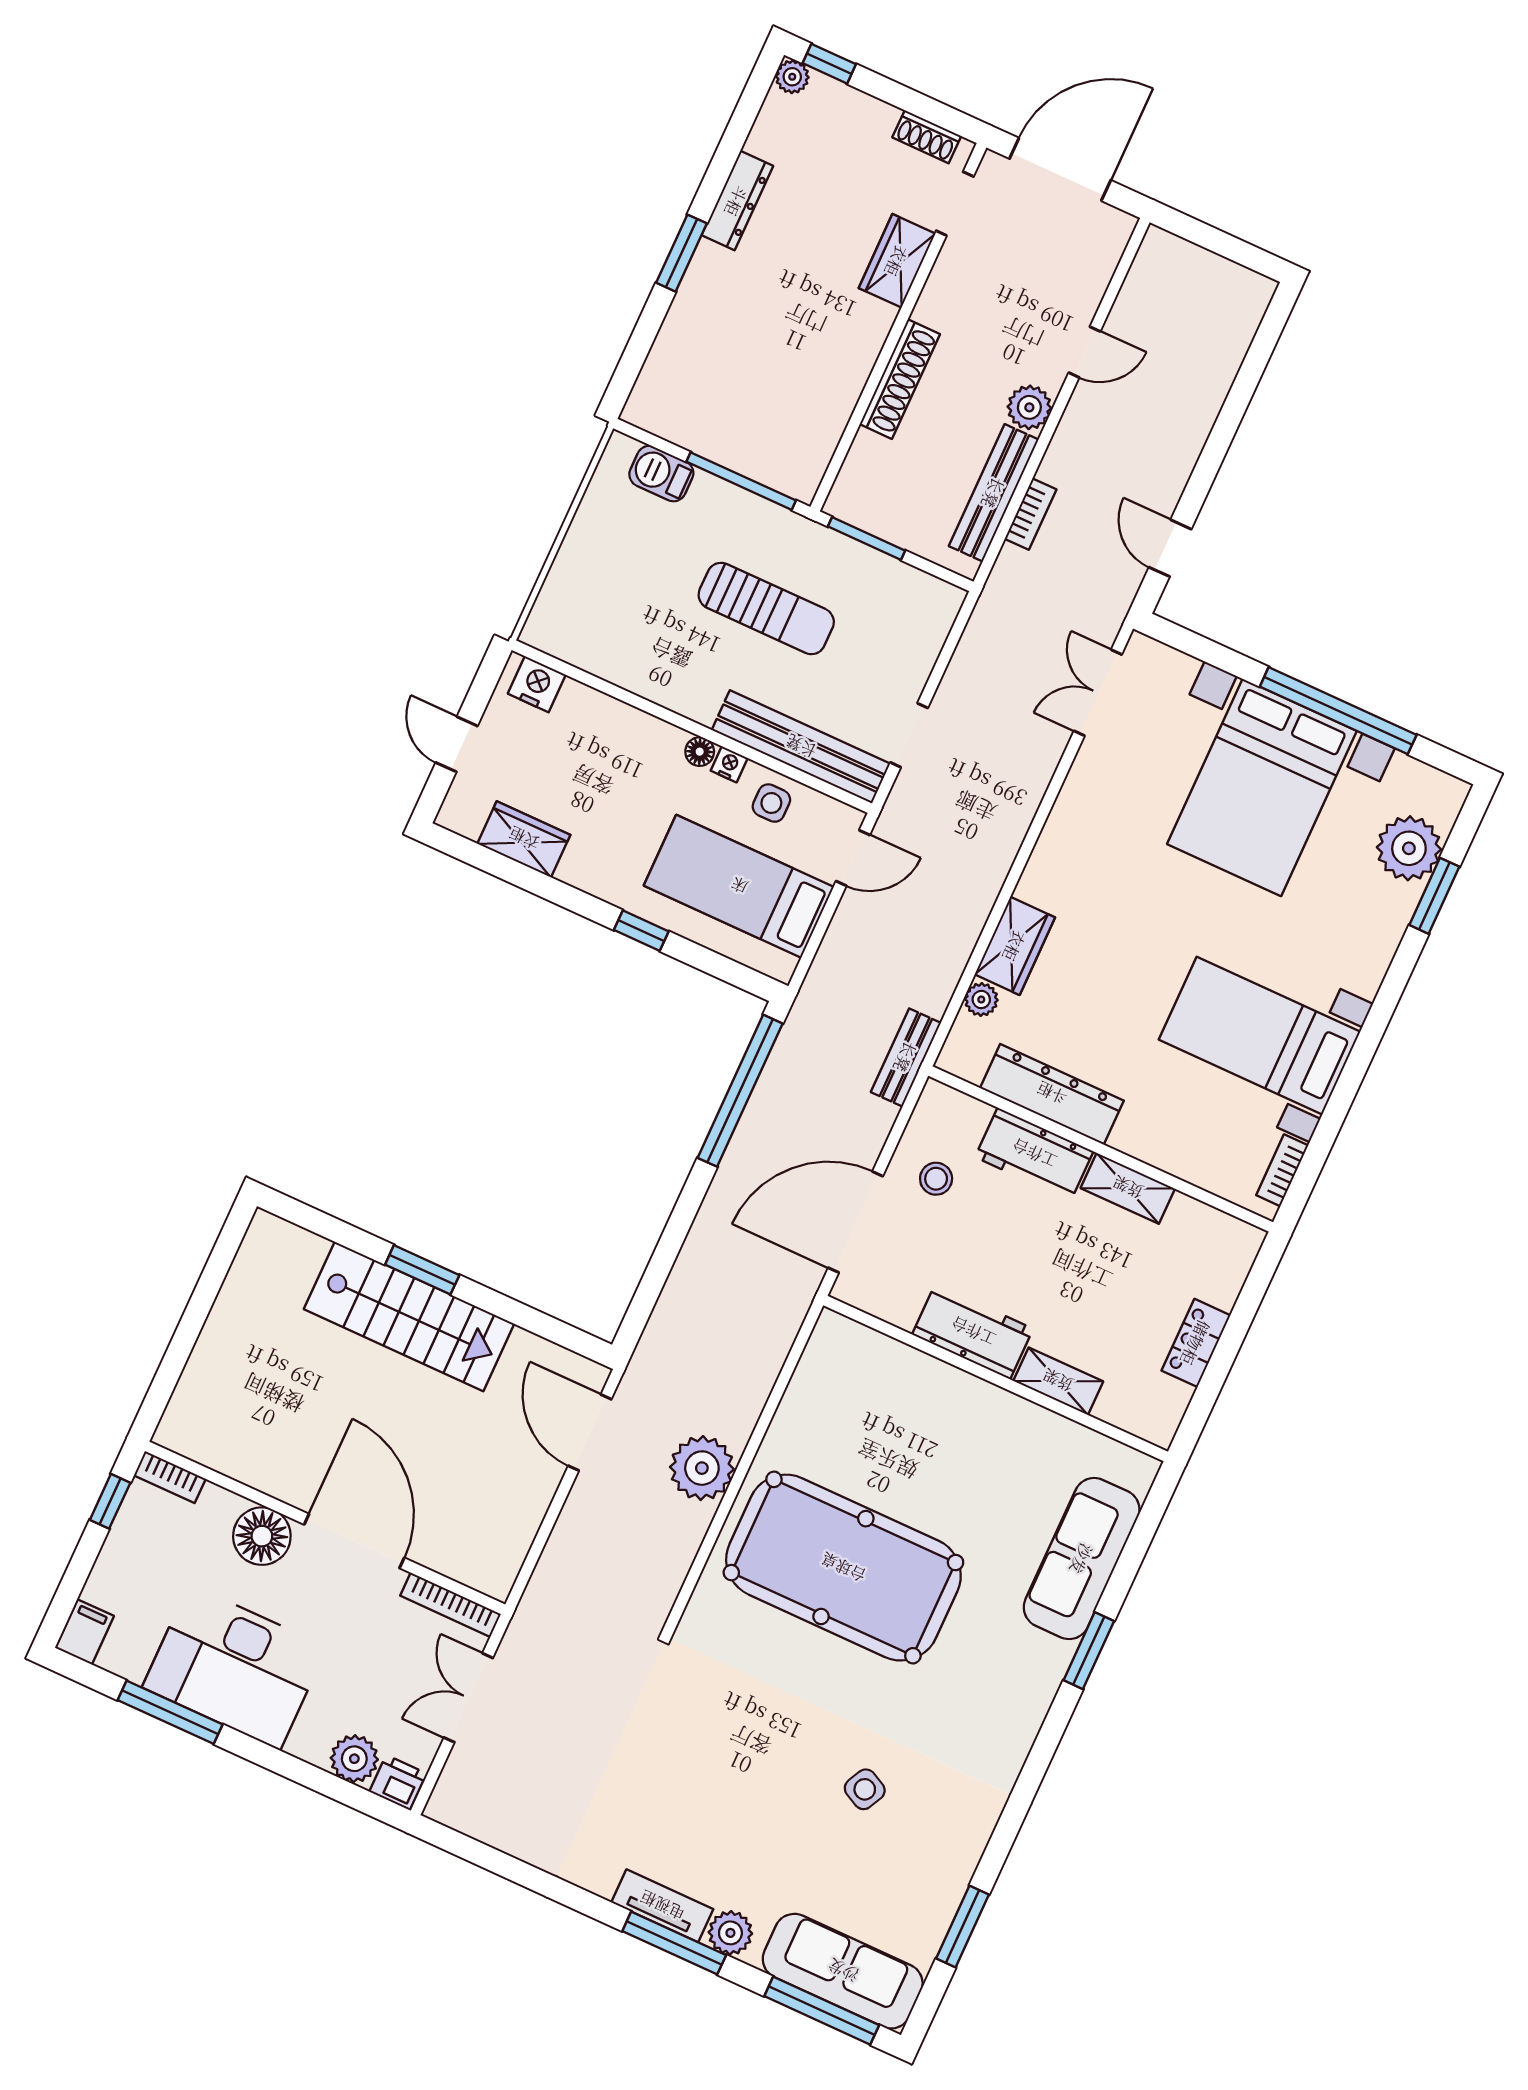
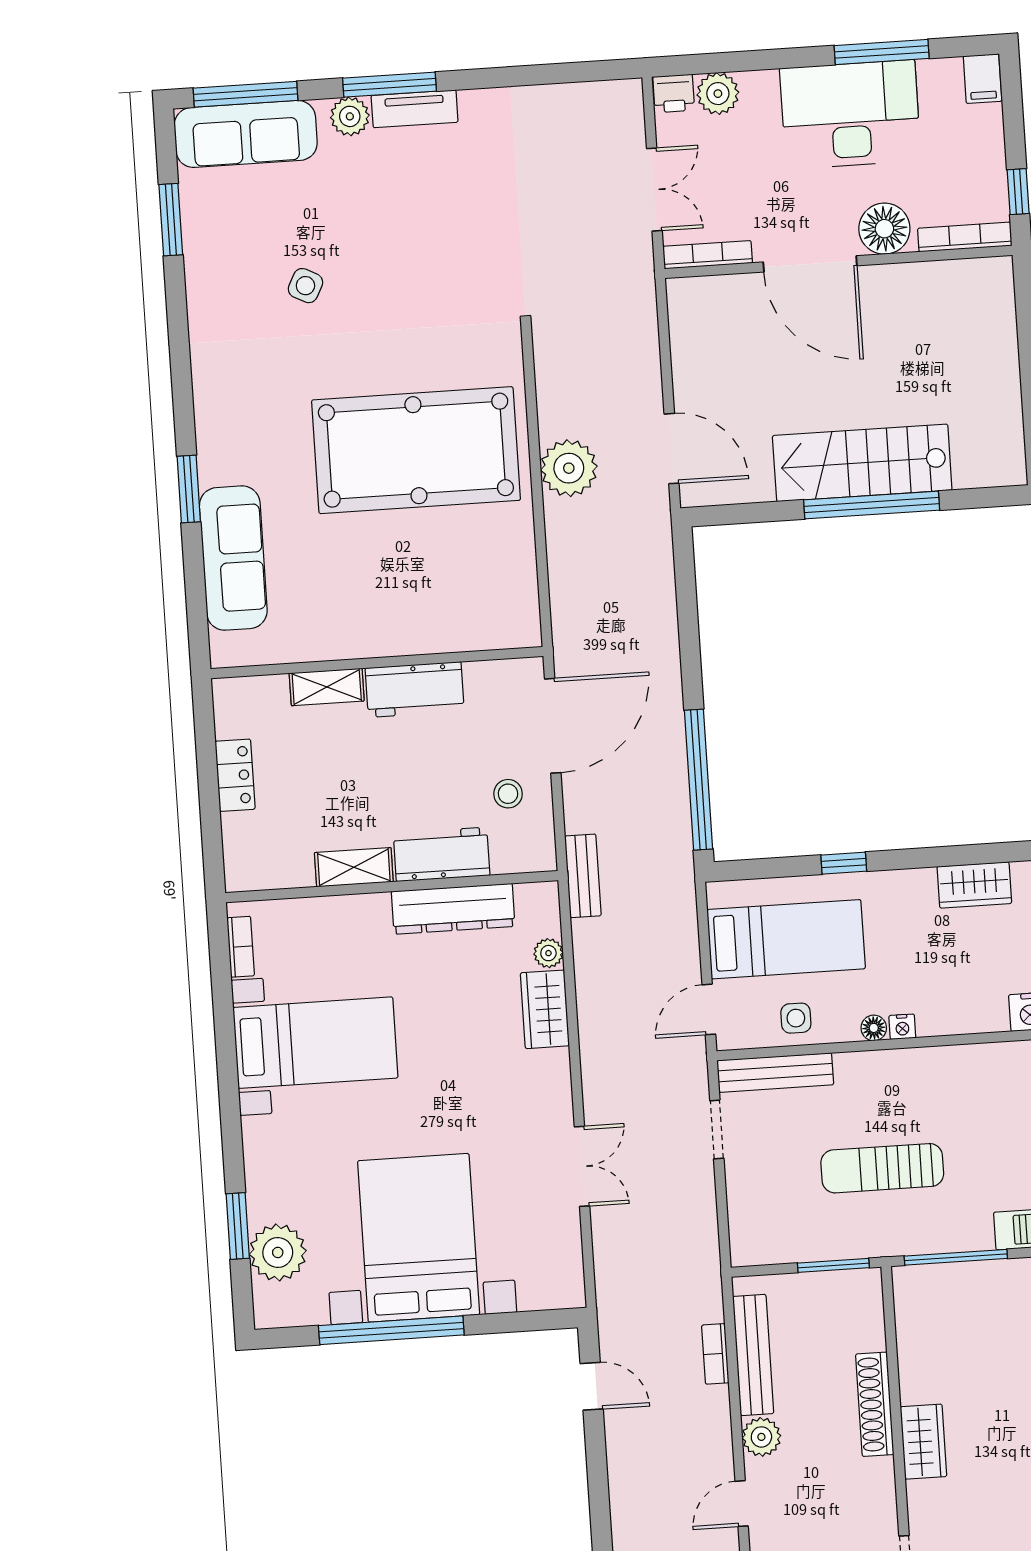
wardrobe: (897, 261) -> (923, 1442), moved
double door: (1098, 693) -> (582, 1166), moved
bench: (801, 747) -> (775, 1073), width x0.73, depth x0.82
nightstand: (729, 764) -> (902, 1027), moved
window: (422, 1270) -> (872, 505), width x2.11
bookcase: (170, 1477) -> (965, 237), width x1.56

